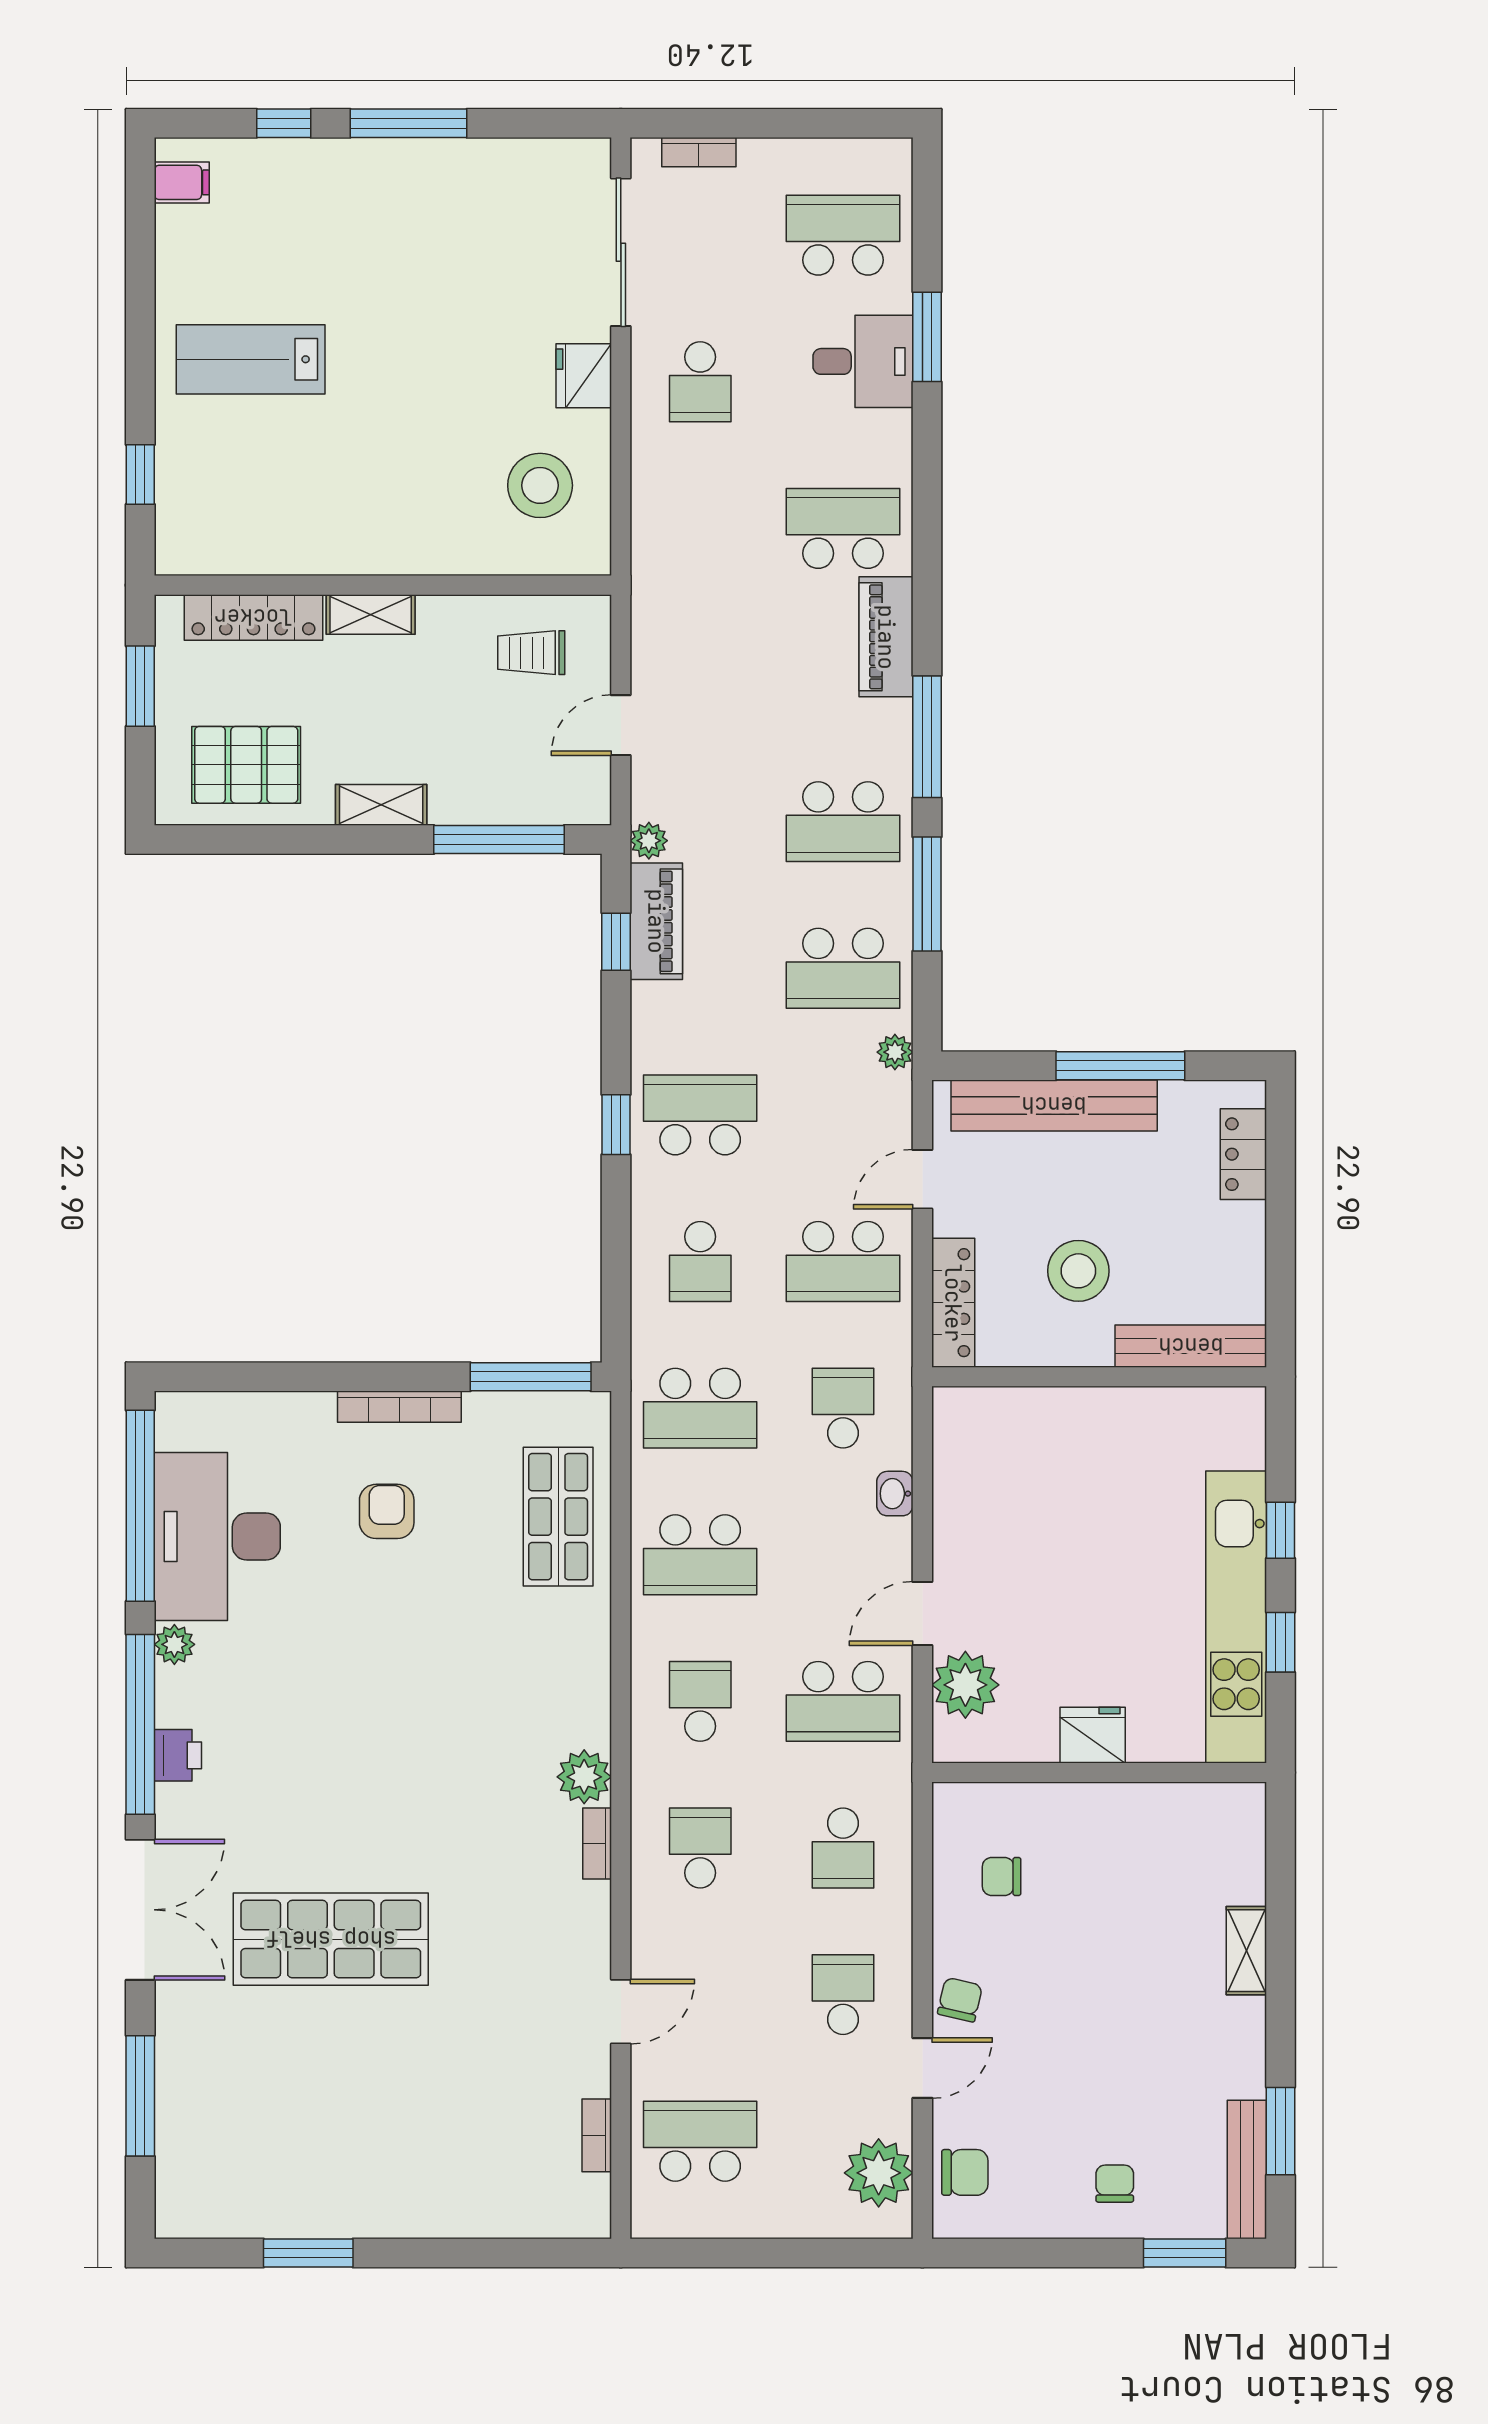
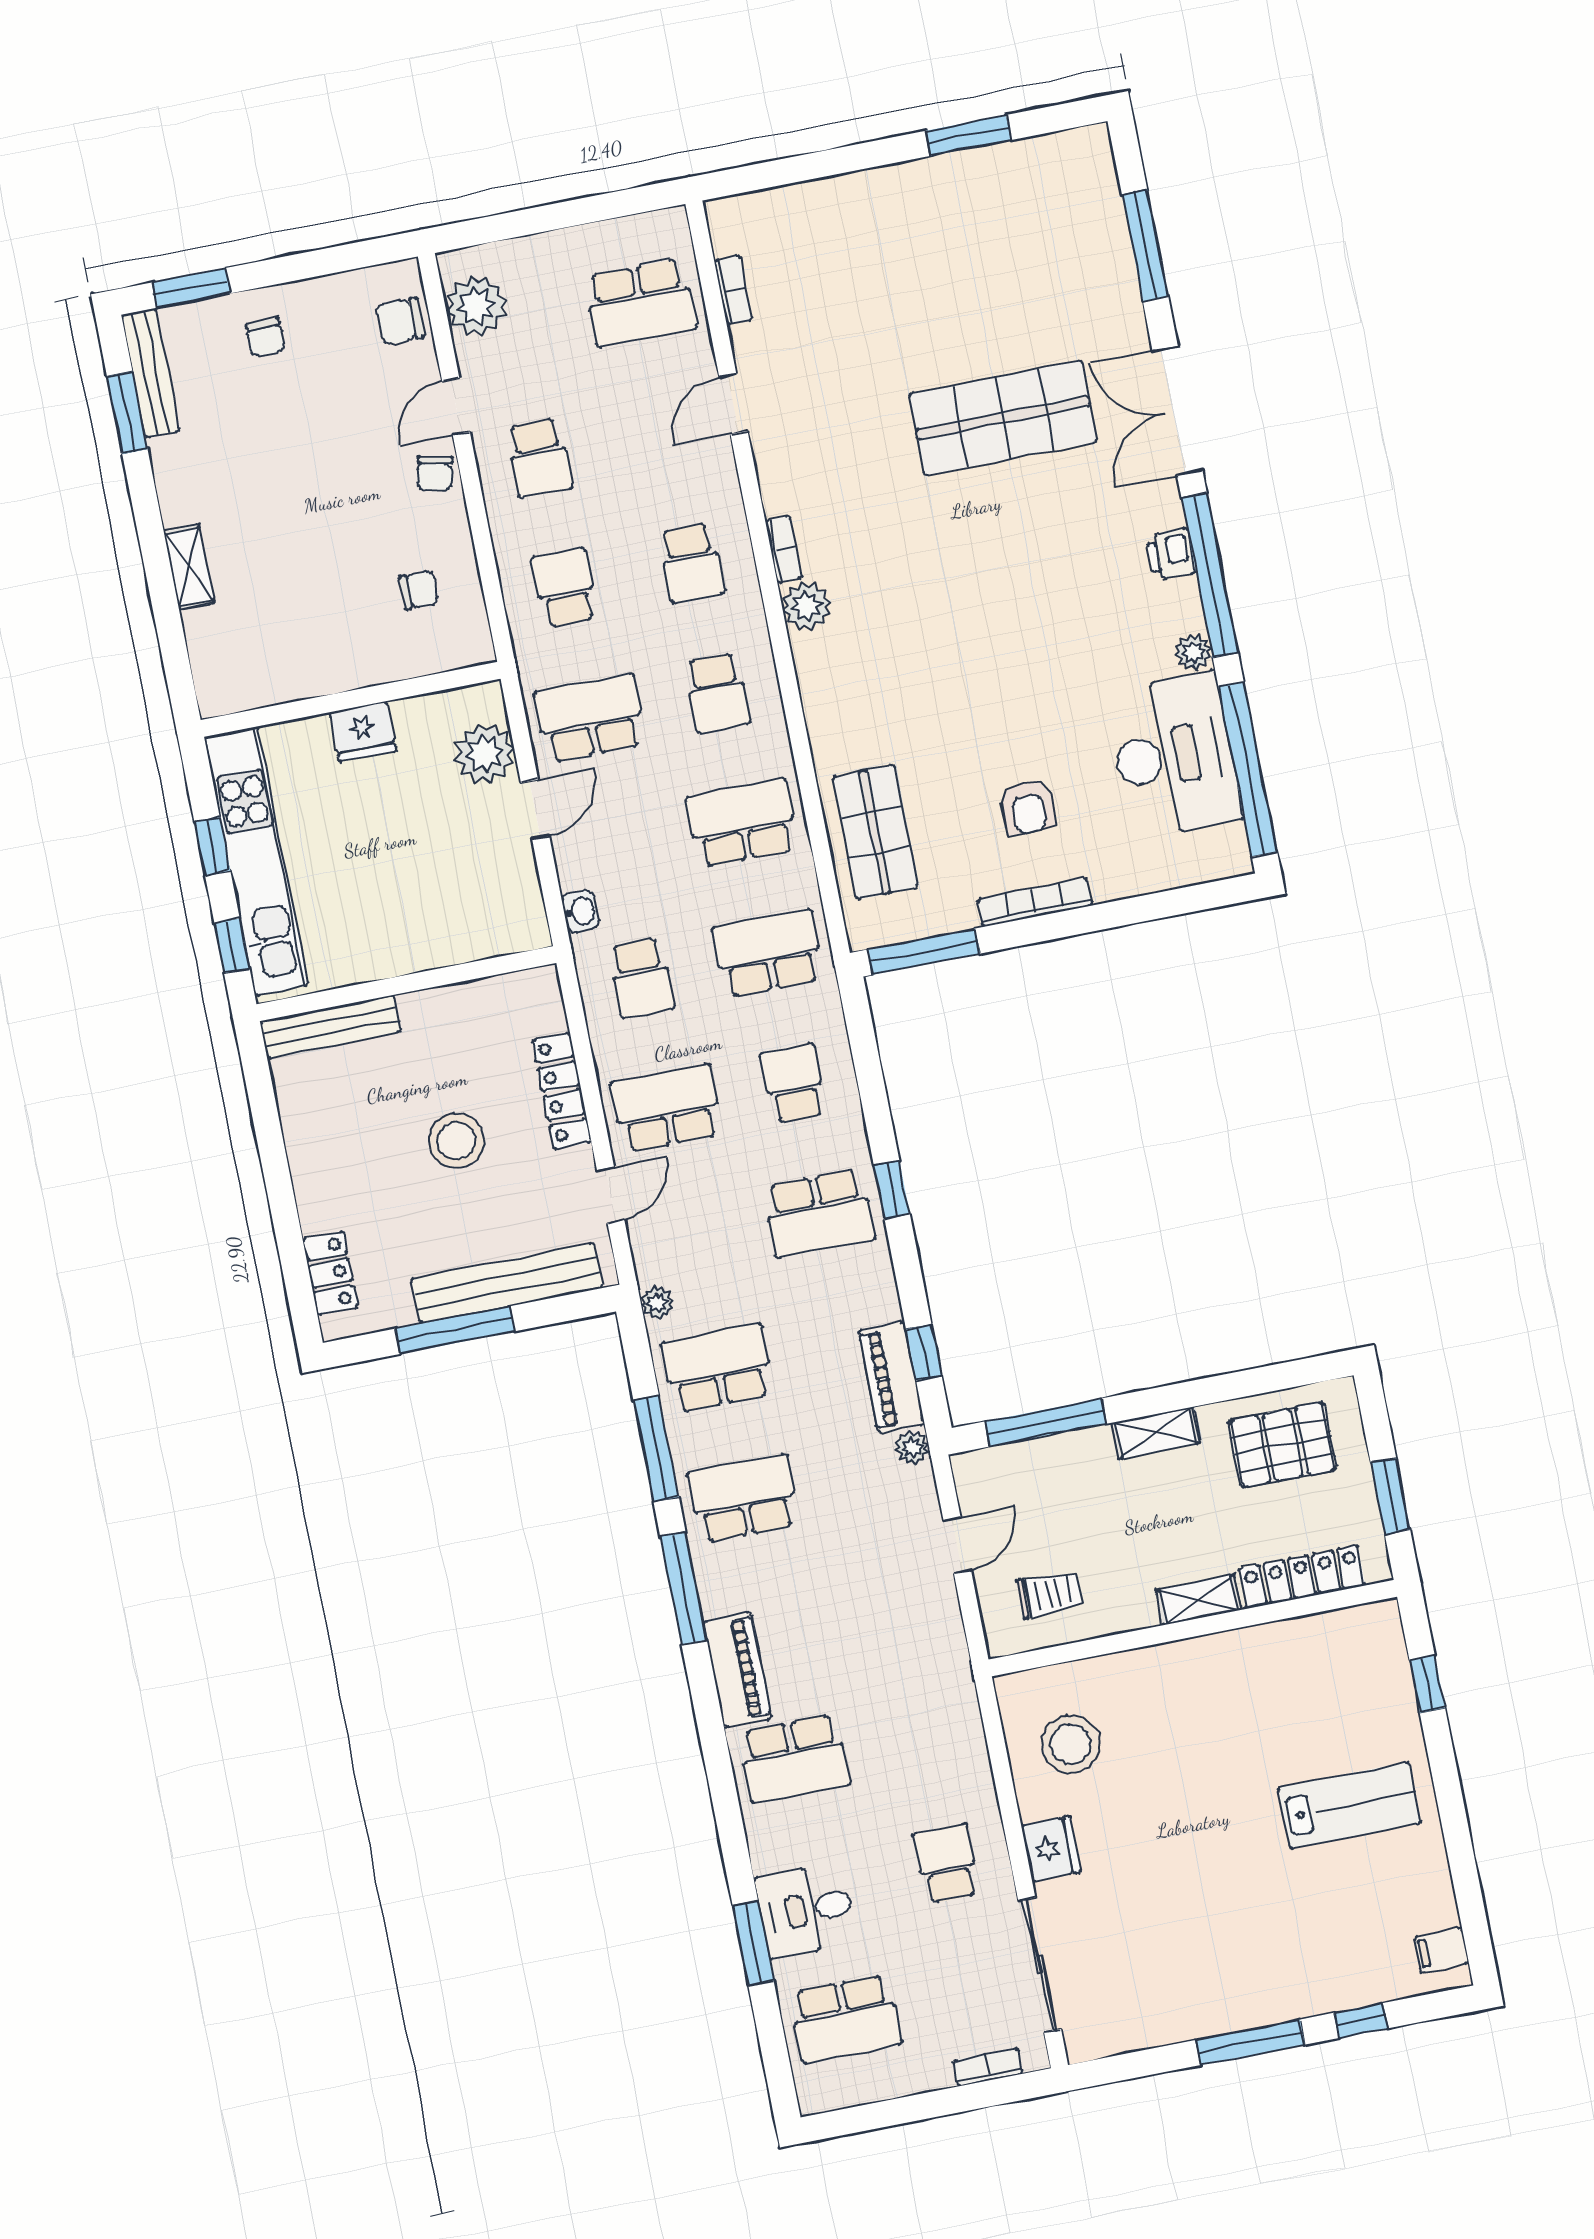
bench: (1191, 1346) -> (330, 1027), moved
wall: (1099, 1377) -> (406, 984), moved

